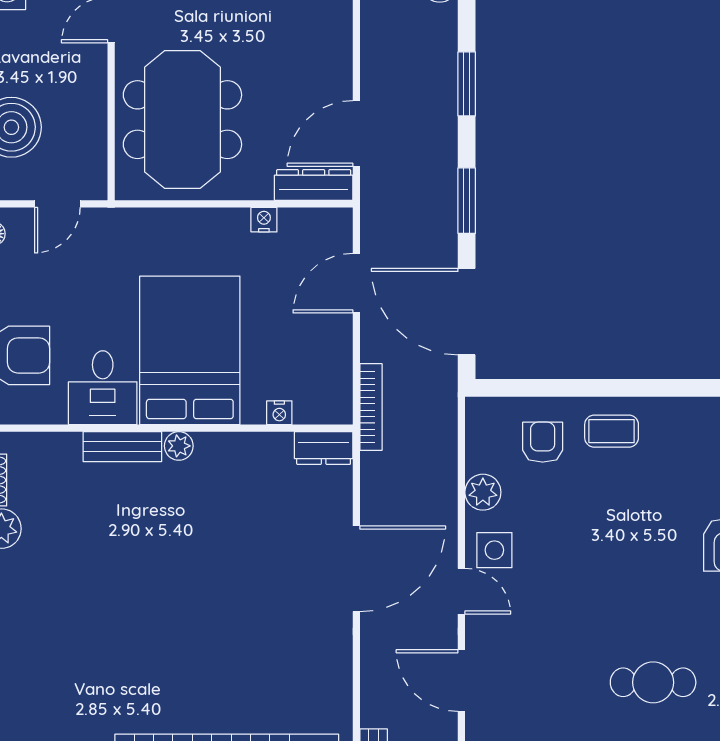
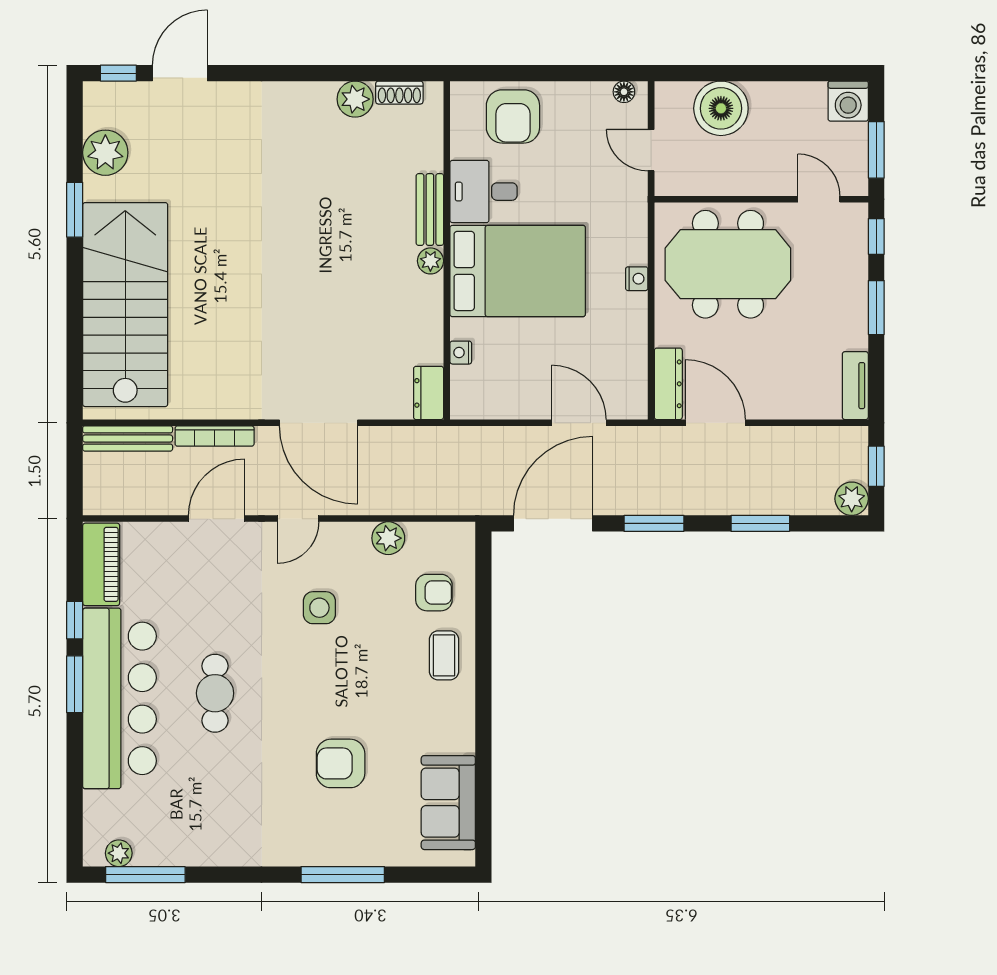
nightstand: (264, 220) -> (637, 279), moved
bookcase: (371, 407) -> (215, 436), moved
side table: (494, 550) -> (319, 608), moved

